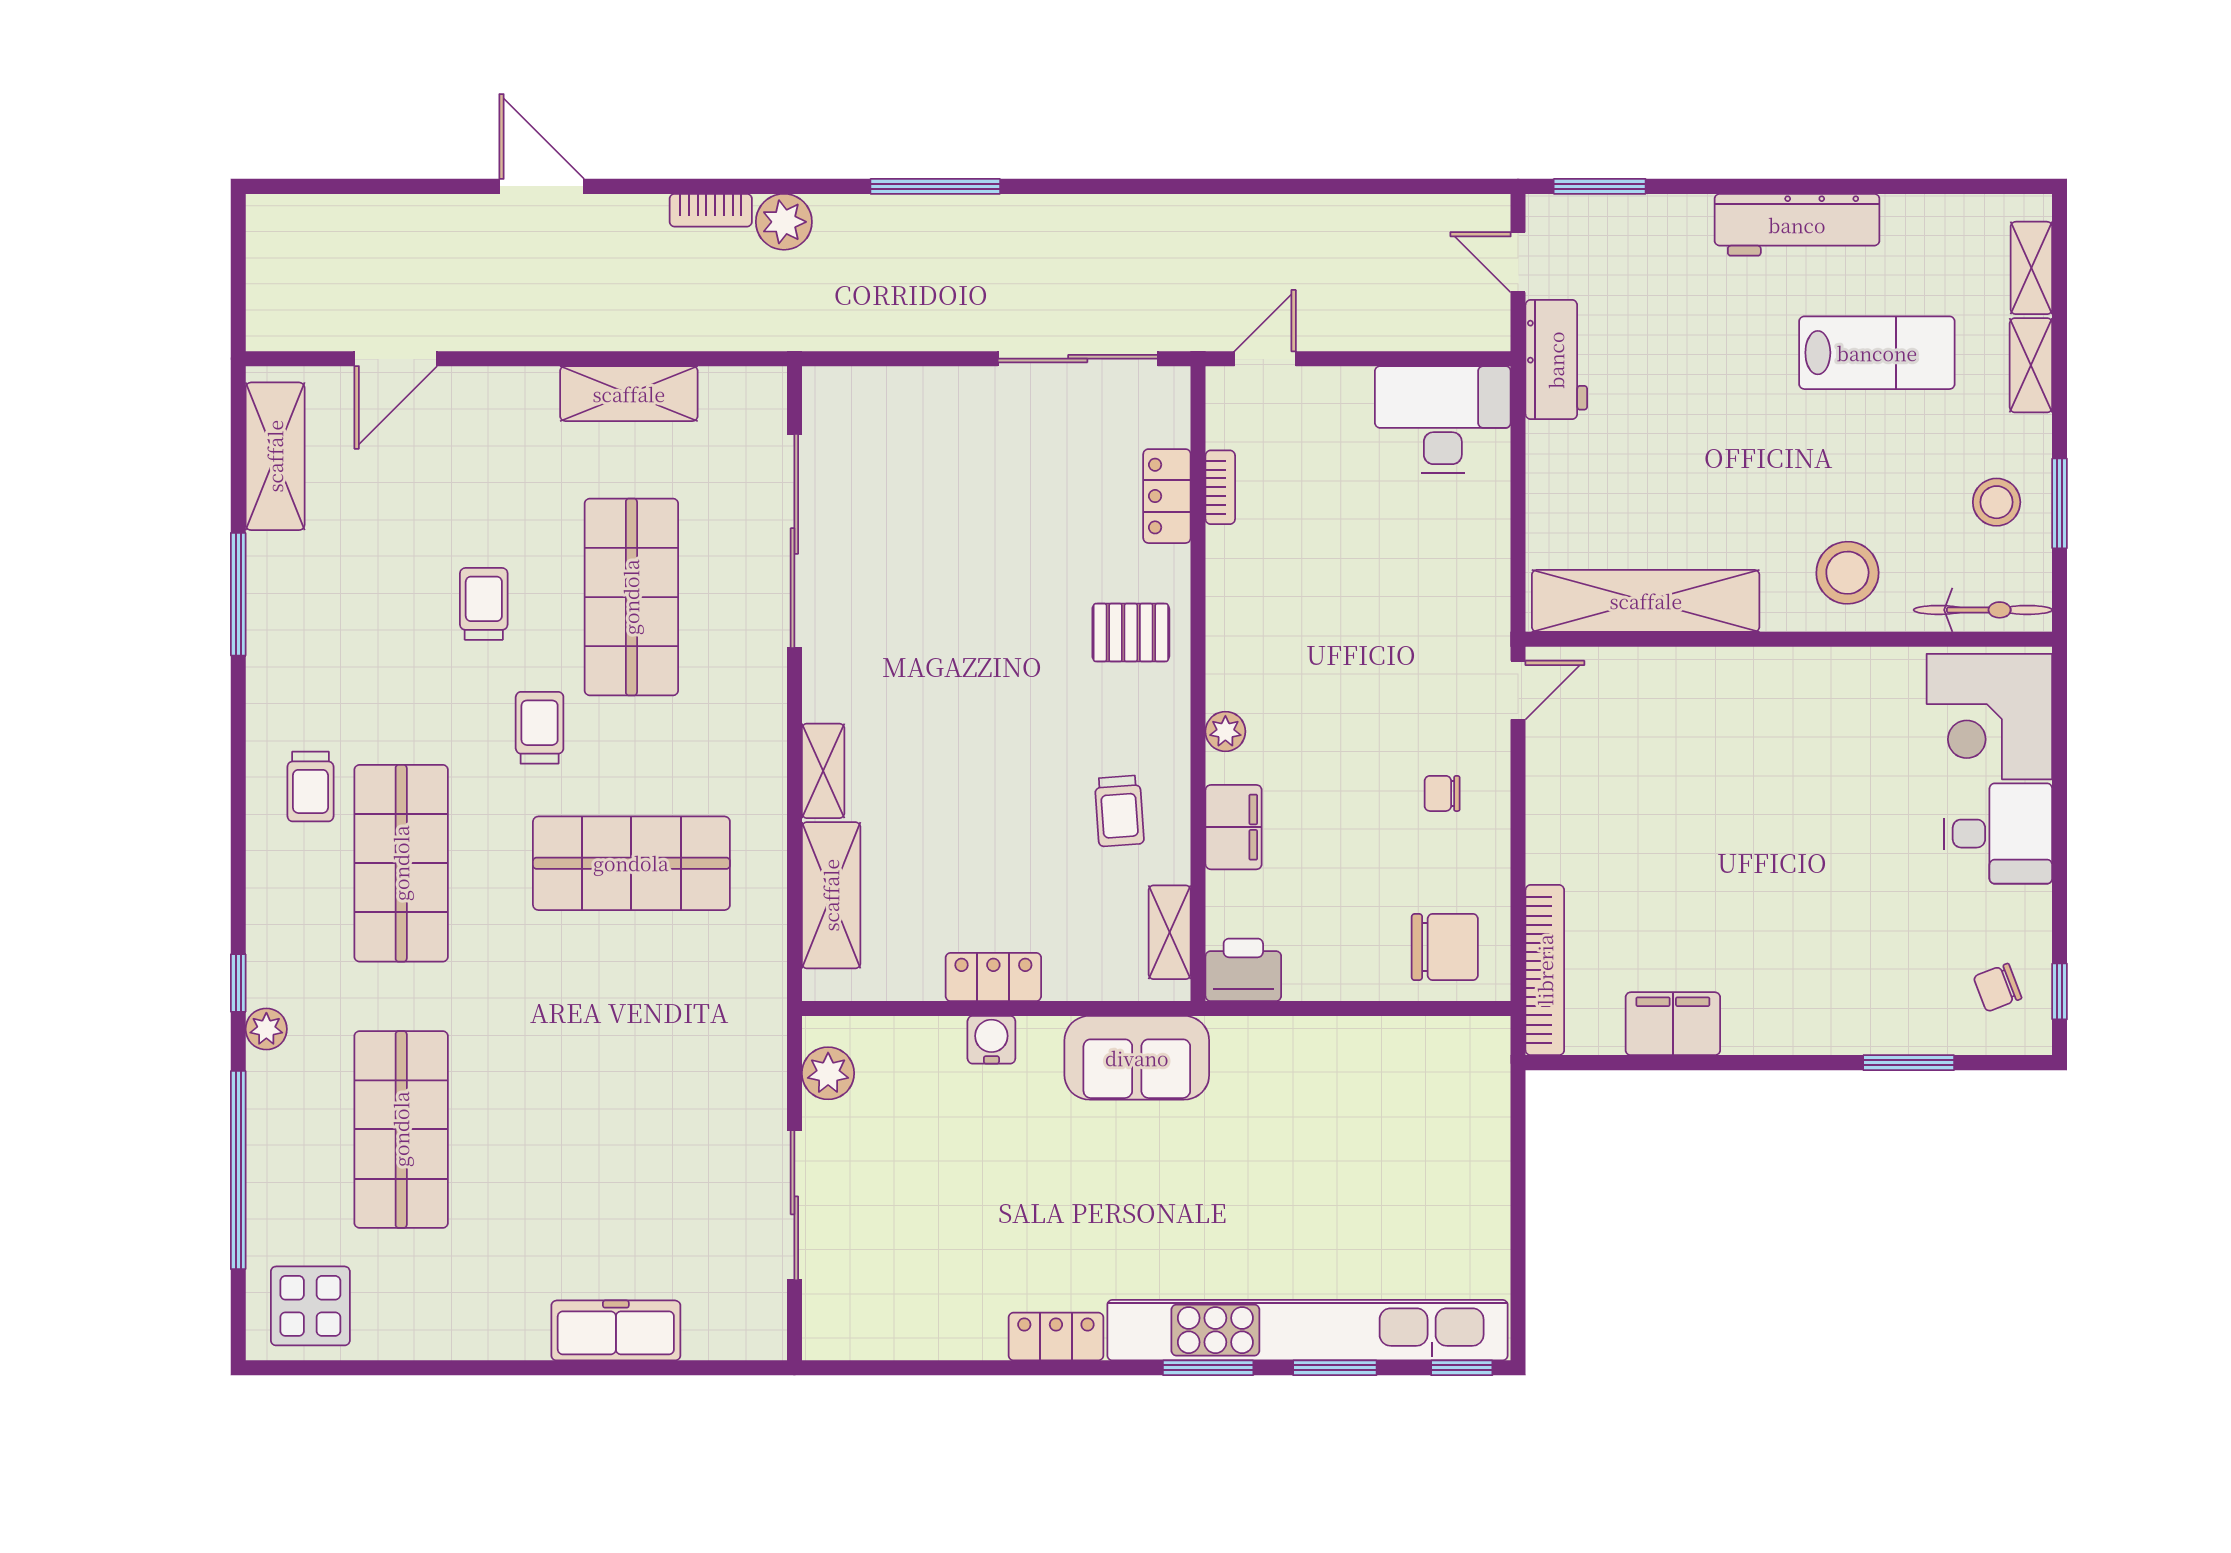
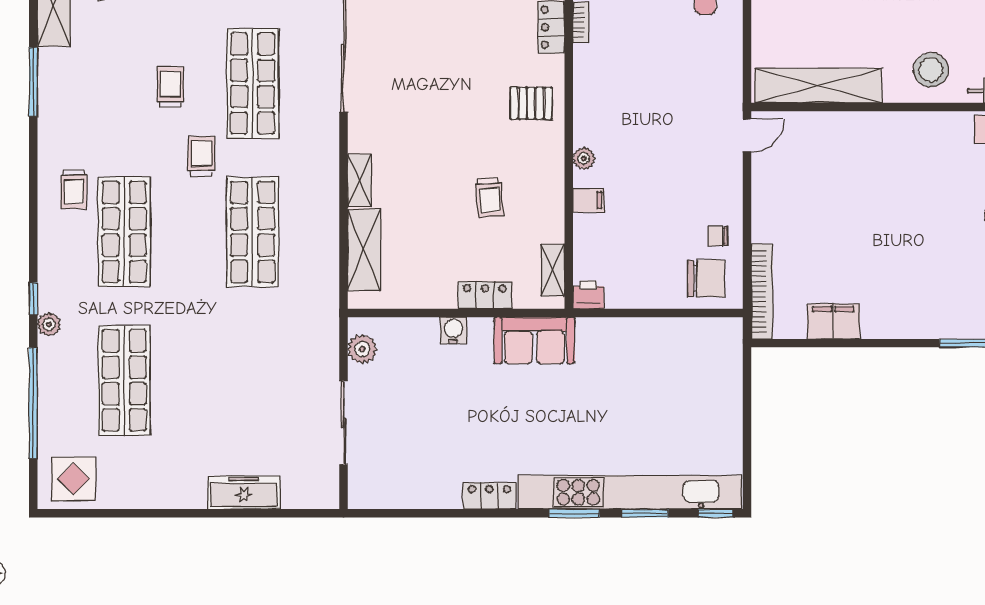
chair: (1442, 793) -> (718, 236), moved
trolley: (1119, 811) -> (489, 197), moved
filing cabinet: (1234, 827) -> (588, 200), width x0.50
shop shelf: (631, 863) -> (253, 232), turned 90
printer: (1243, 970) -> (588, 295), width x0.73, depth x0.81
locker: (993, 977) -> (485, 295), moved

